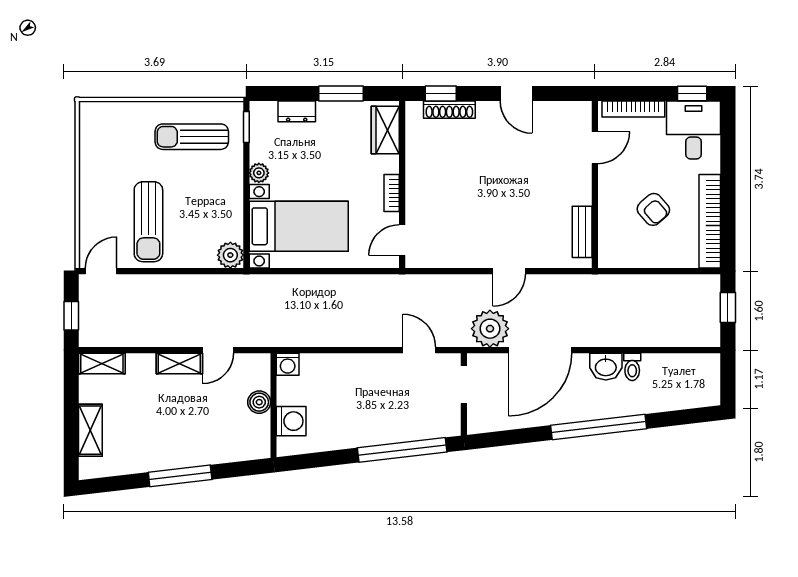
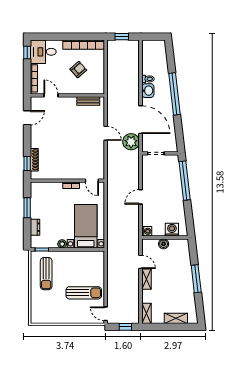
door: (516, 94) -> (27, 118), moved
wardrobe: (385, 130) -> (43, 188), removed
plant: (230, 255) -> (99, 257), removed
door: (419, 350) -> (141, 197), moved

